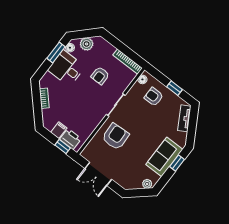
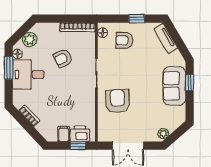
armchair: (100, 76) -> (63, 58), turned 63
plant: (147, 184) -> (163, 134), moved

